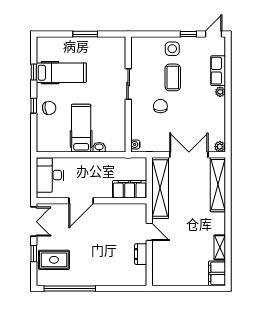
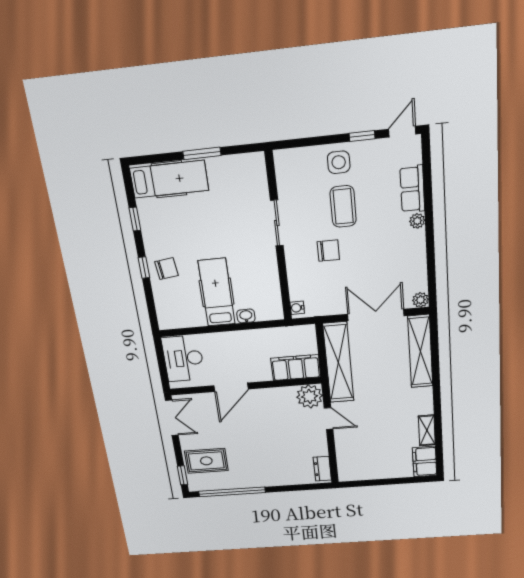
hospital bed: (61, 73) -> (169, 179), moved
chair: (160, 106) -> (328, 251), turned 90
plant: (137, 213) -> (310, 396), added
window: (34, 254) -> (182, 475), moved
dresser: (141, 254) -> (322, 469), moved

